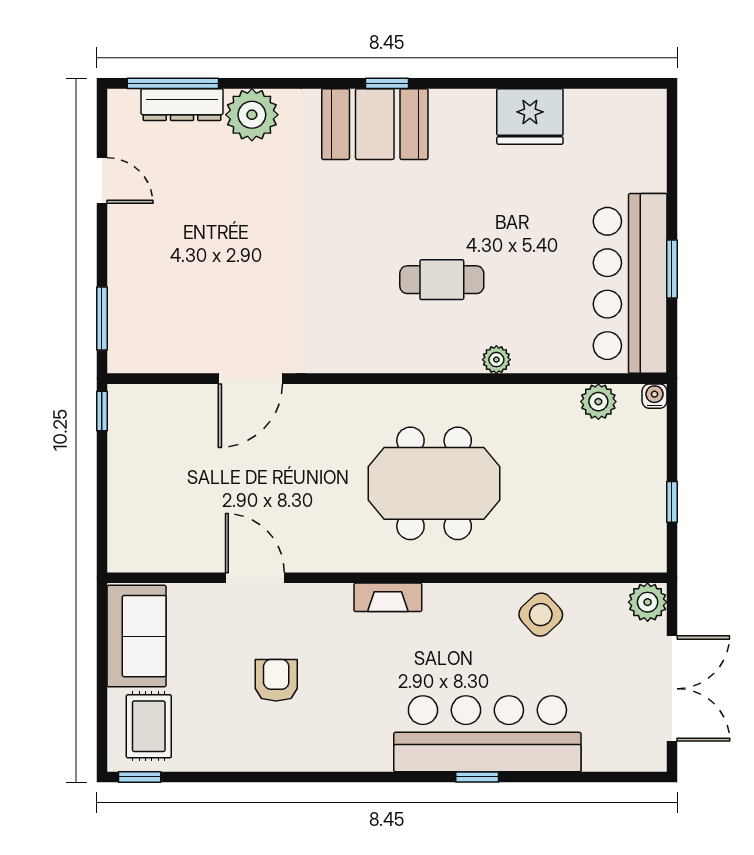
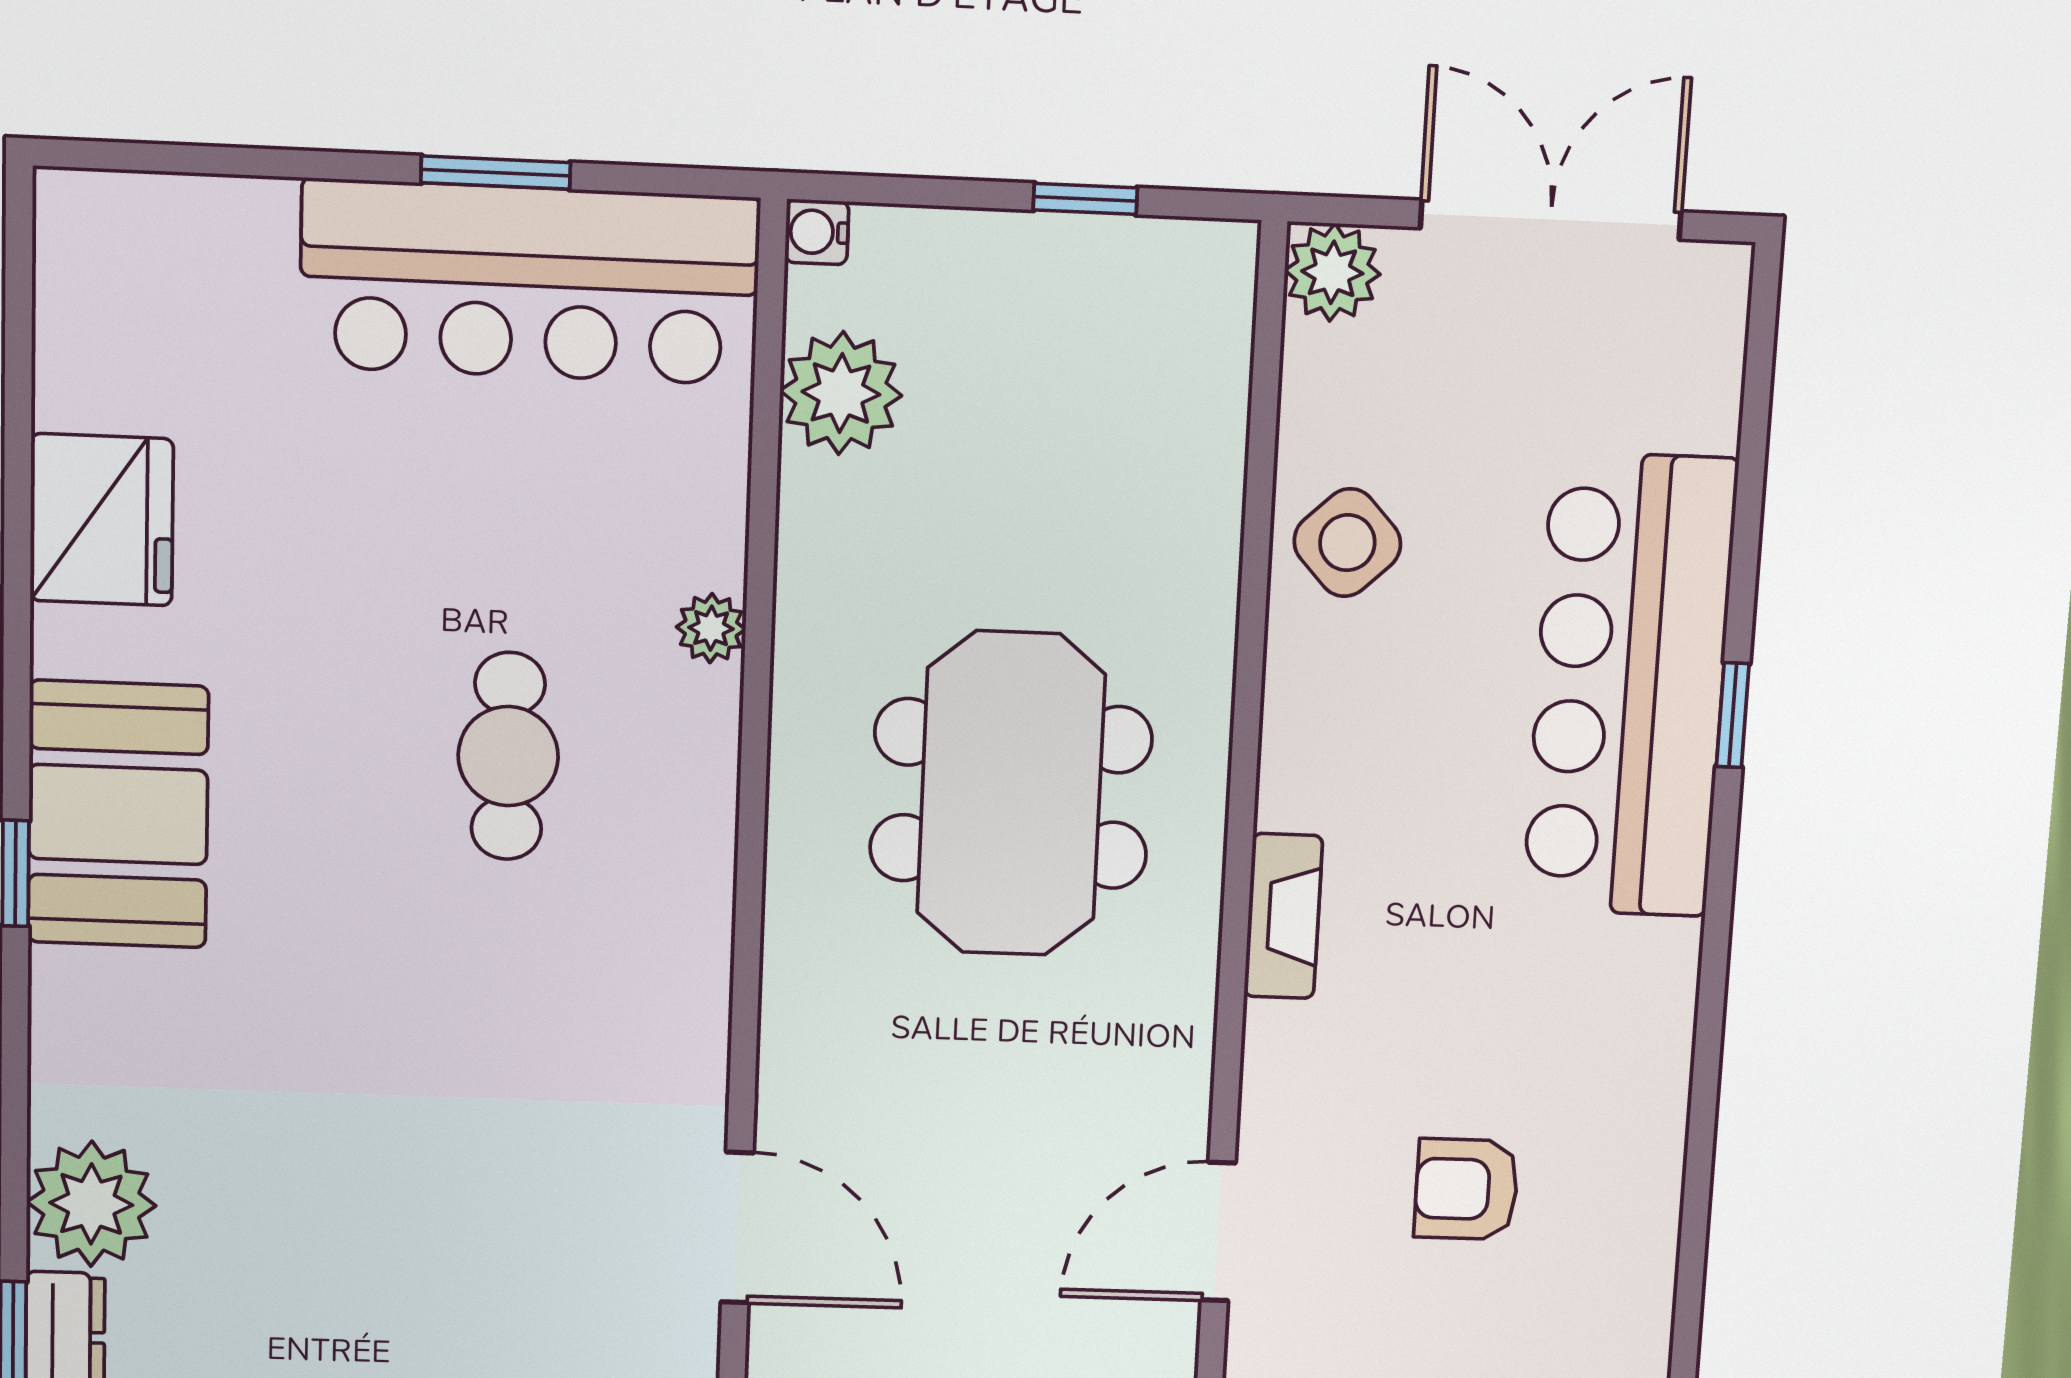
booth: (375, 124) -> (118, 814), moved
plant: (598, 402) -> (841, 393), width x1.36, depth x1.36

